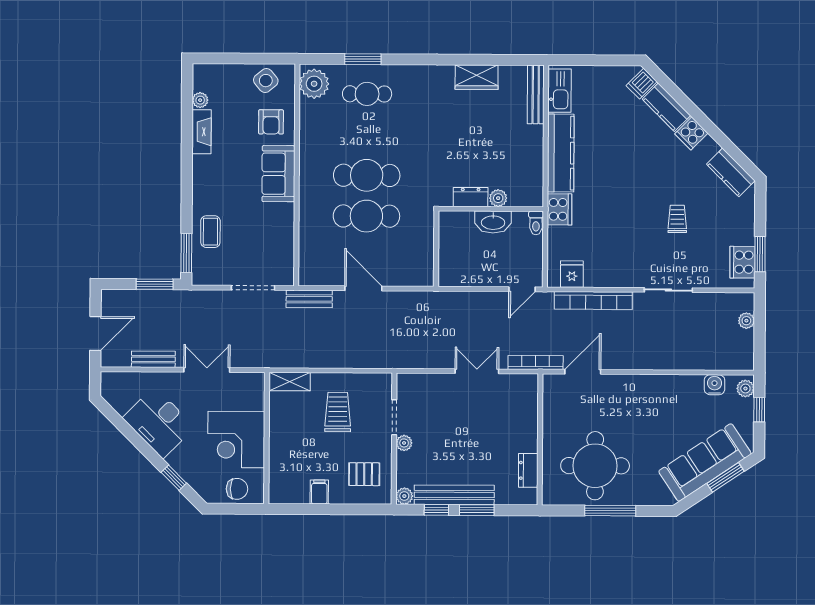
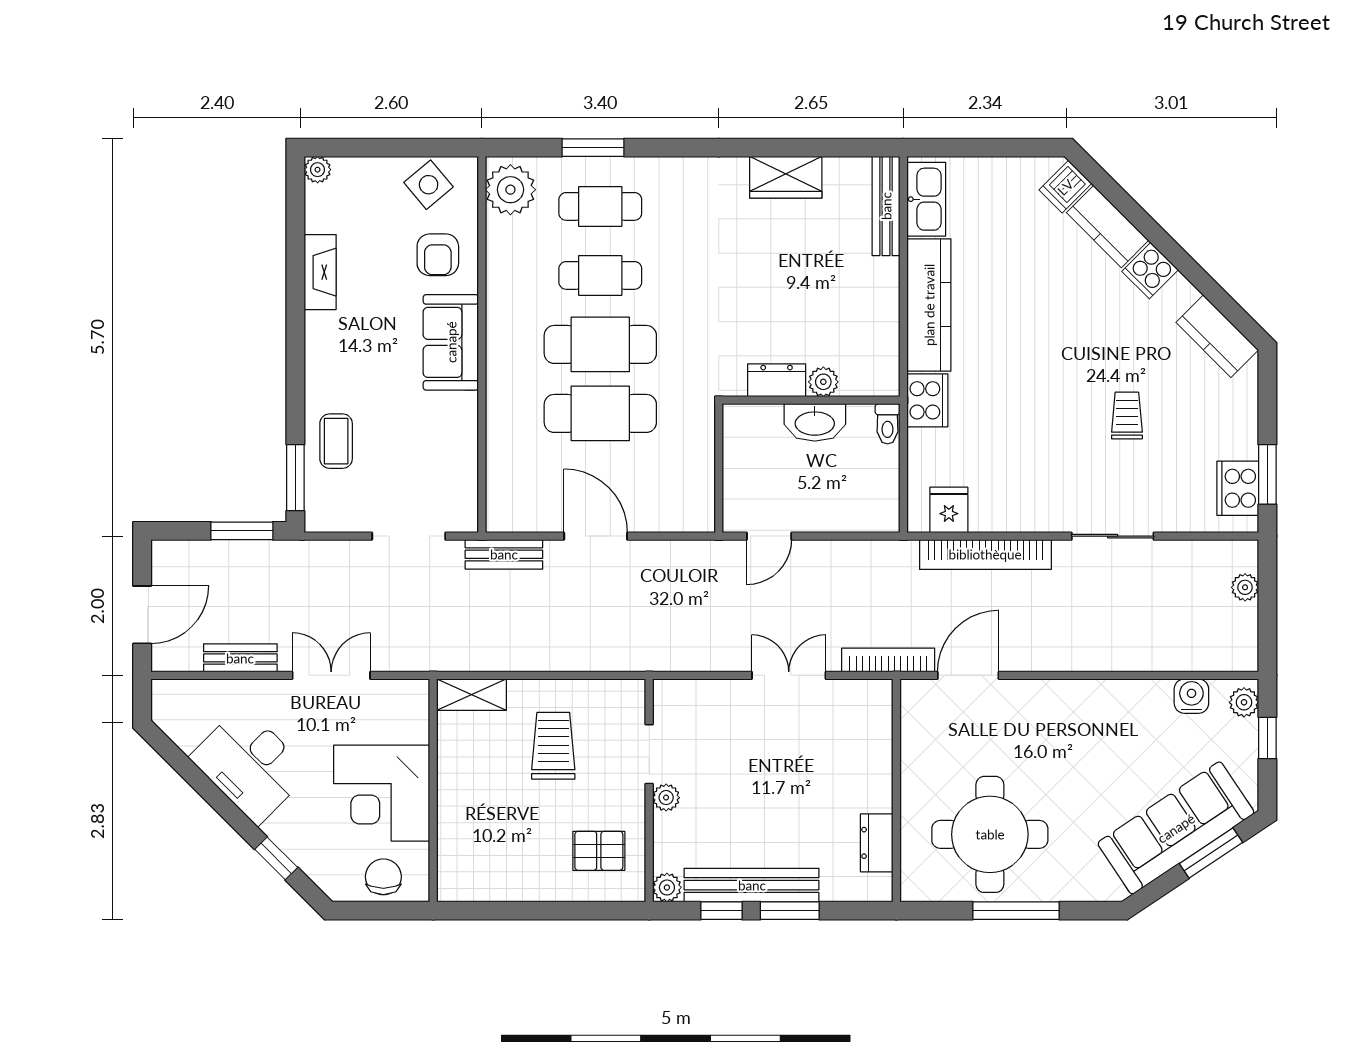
plant: (200, 100) -> (318, 170), moved
cafe table: (367, 135) -> (600, 275), added
door: (522, 289) -> (769, 536), moved
chair: (237, 489) -> (383, 877), turned -90
filing cabinet: (319, 492) -> (523, 881), removed

